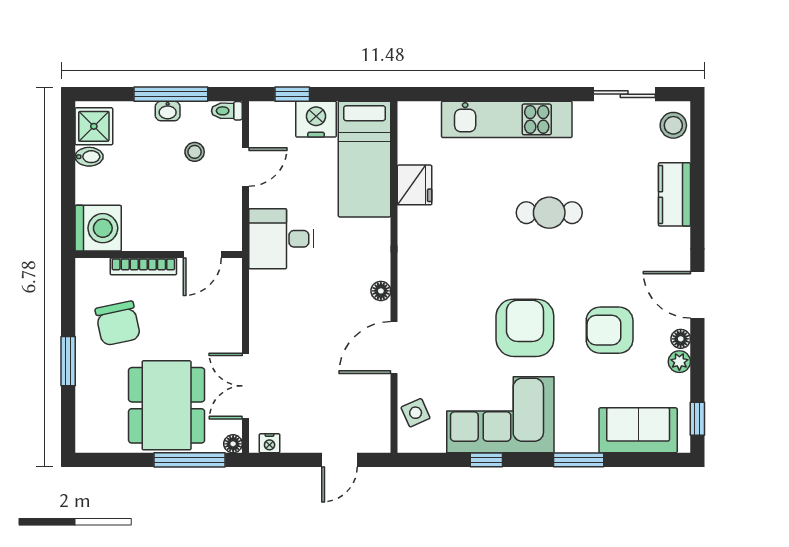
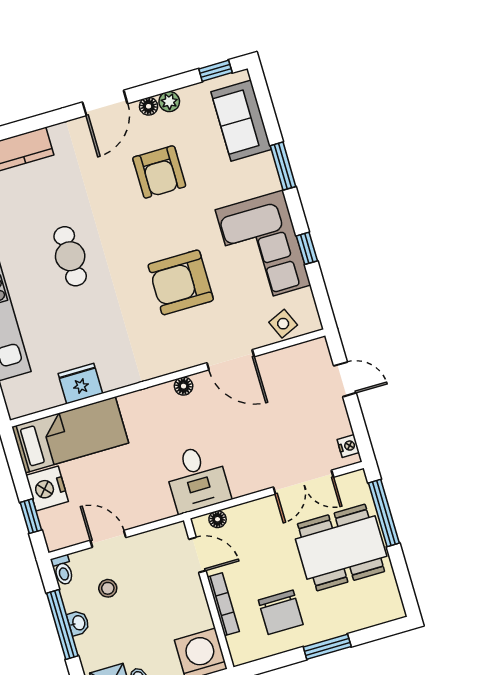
desk: (281, 239) -> (197, 478), moved
chair: (118, 323) -> (281, 612), turned 102
armchair: (525, 328) -> (181, 282), moved
floor lamp: (233, 444) -> (218, 519), moved

